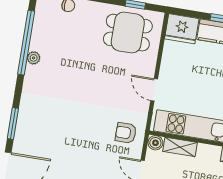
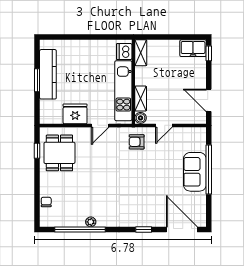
fridge: (182, 29) -> (75, 114), moved, turned -90
window: (13, 124) -> (144, 230), width x0.67
armchair: (126, 133) -> (137, 142), turned 90

